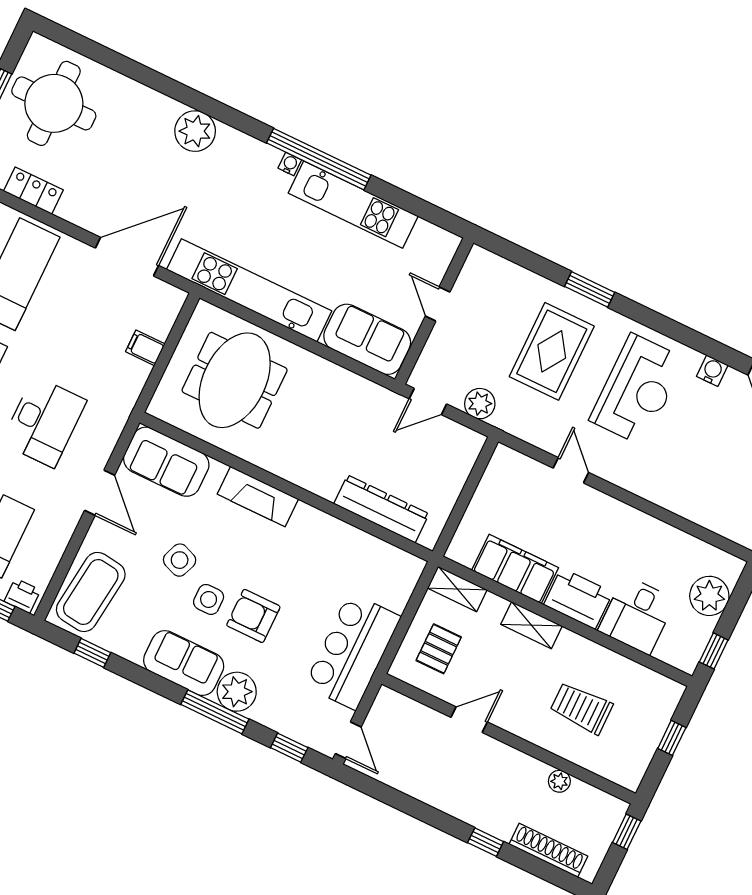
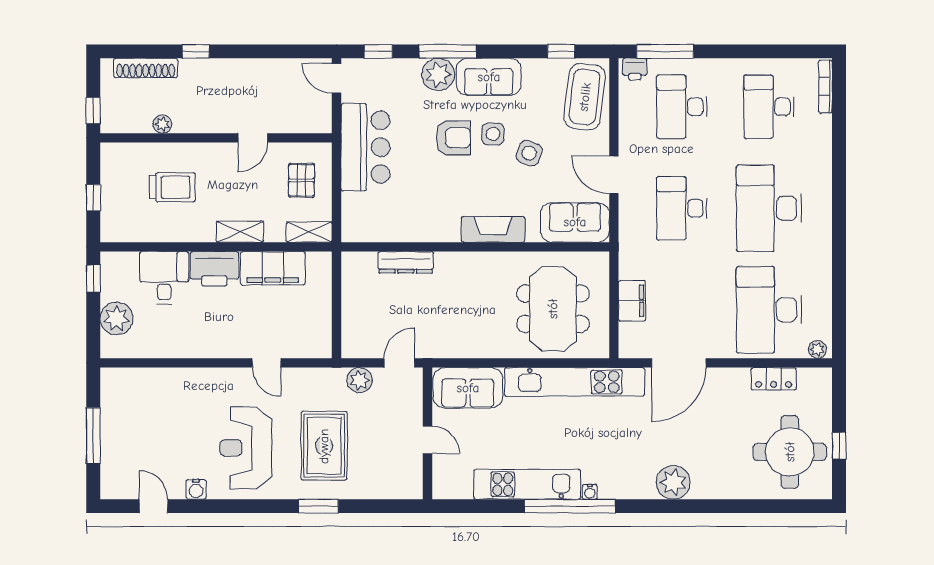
filing cabinet: (145, 348) -> (632, 301), width x2.00
dresser: (381, 509) -> (406, 262), width x0.73, depth x0.80

